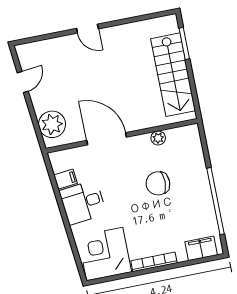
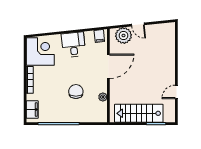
door: (87, 29) -> (176, 92), moved
door: (23, 82) -> (138, 25), moved
filing cabinet: (66, 179) -> (99, 36), moved

